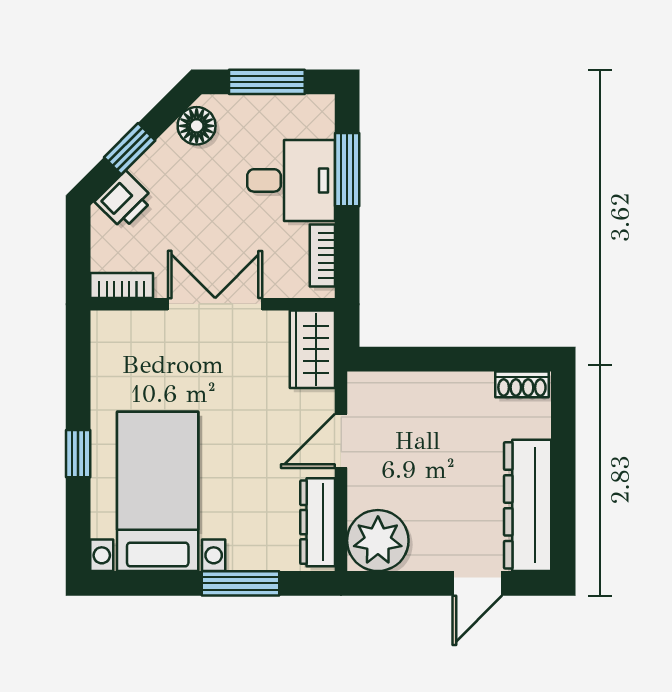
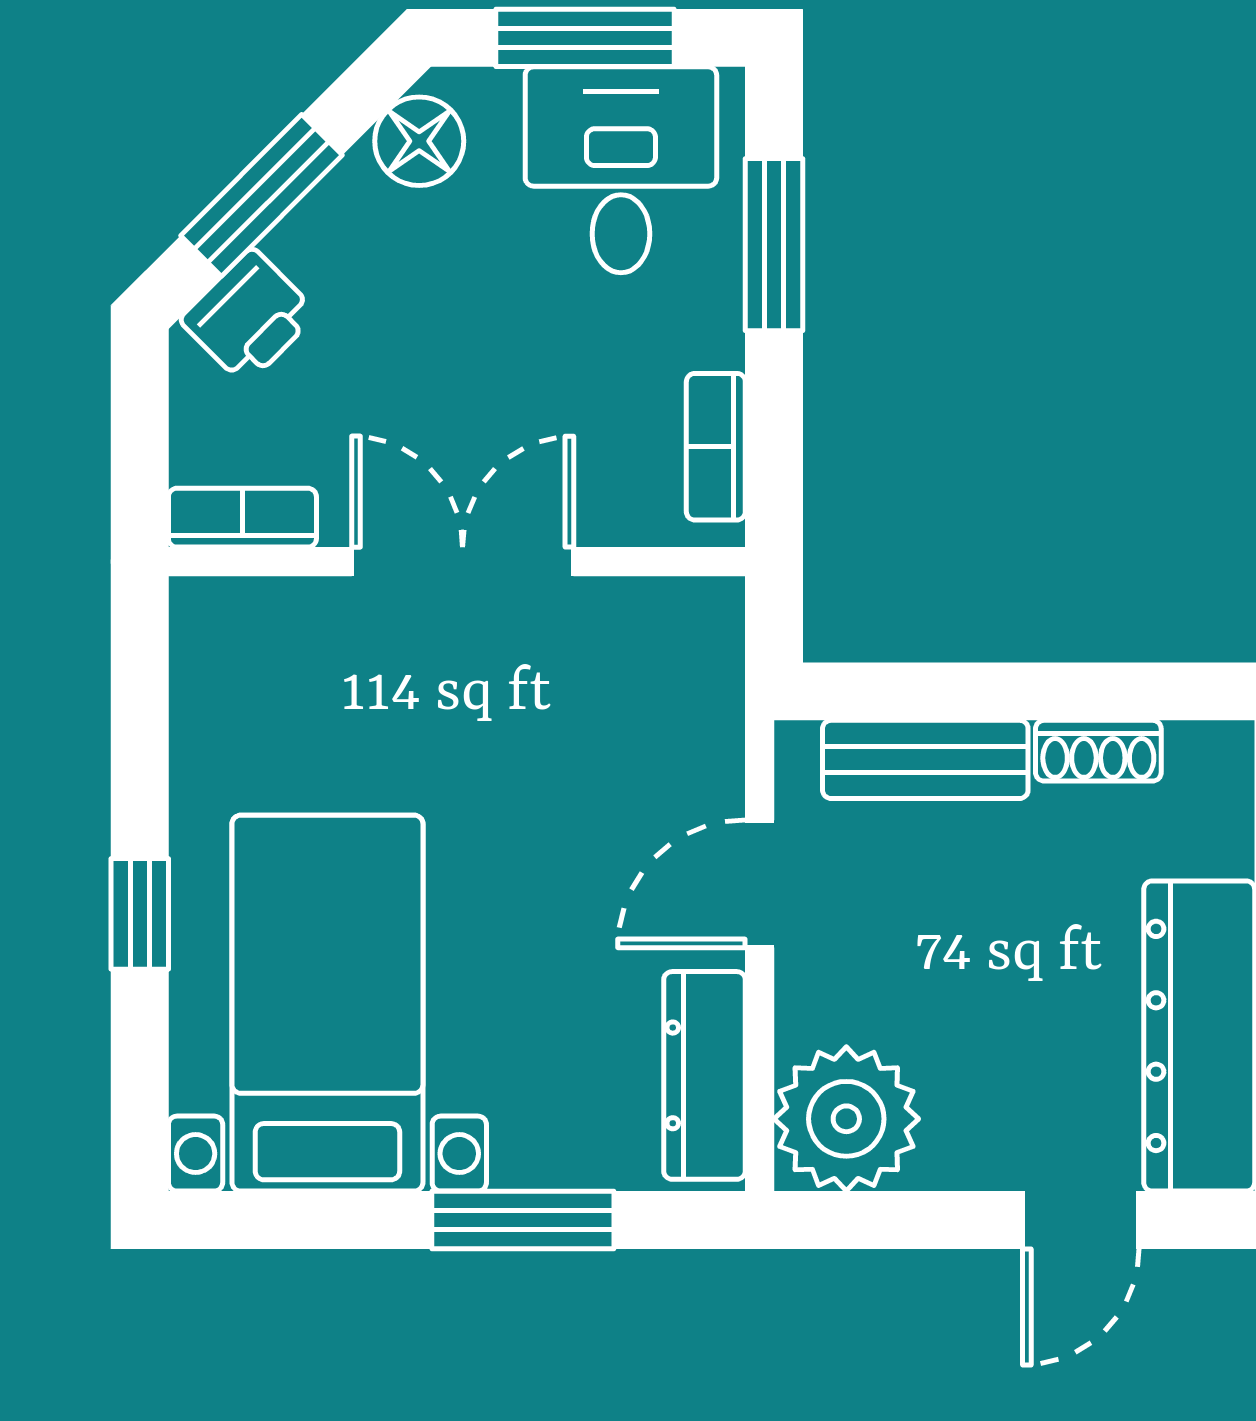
window: (130, 149) -> (261, 195), width x1.50
desk: (291, 180) -> (621, 170), moved, turned -90
wardrobe: (312, 349) -> (692, 668), removed
shoe rack: (522, 384) -> (1098, 751), moved
bench: (411, 388) -> (925, 759), added

